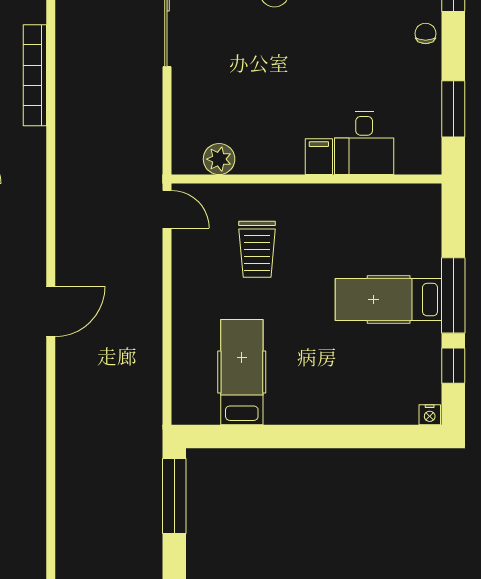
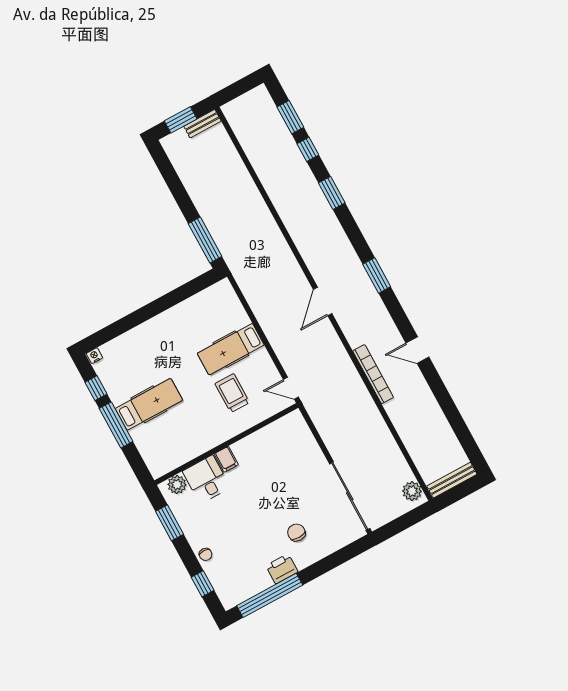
bookcase: (35, 75) -> (373, 374), moved
plant: (219, 159) -> (177, 485), moved
hospital bed: (242, 372) -> (231, 349), moved, turned 90

